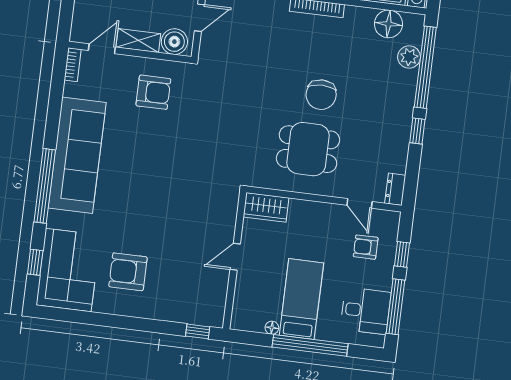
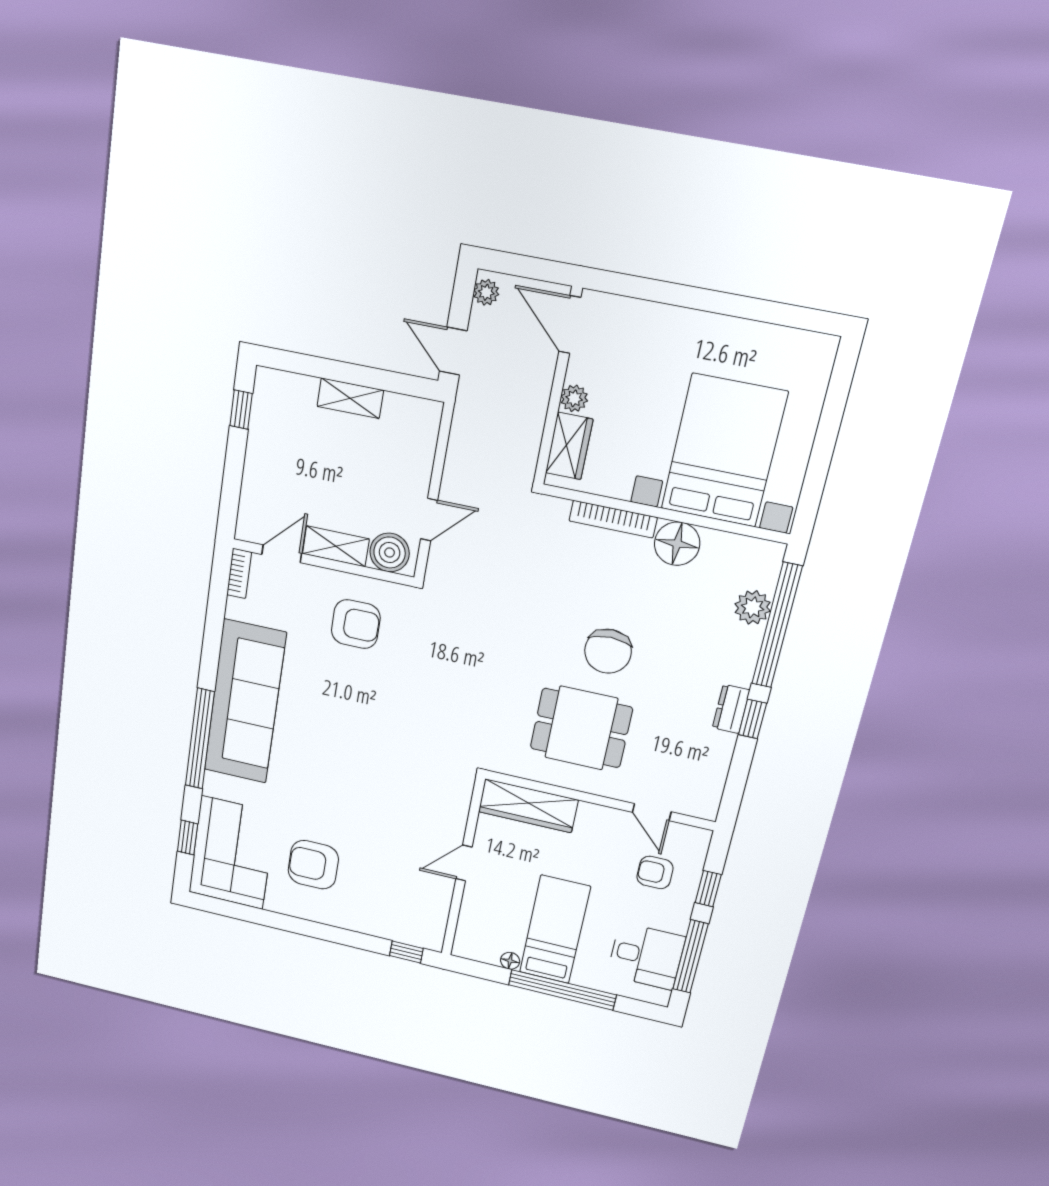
floor lamp: (388, 24) -> (677, 544), moved
dresser: (395, 189) -> (731, 709), moved
wardrobe: (266, 207) -> (528, 806), width x1.50

